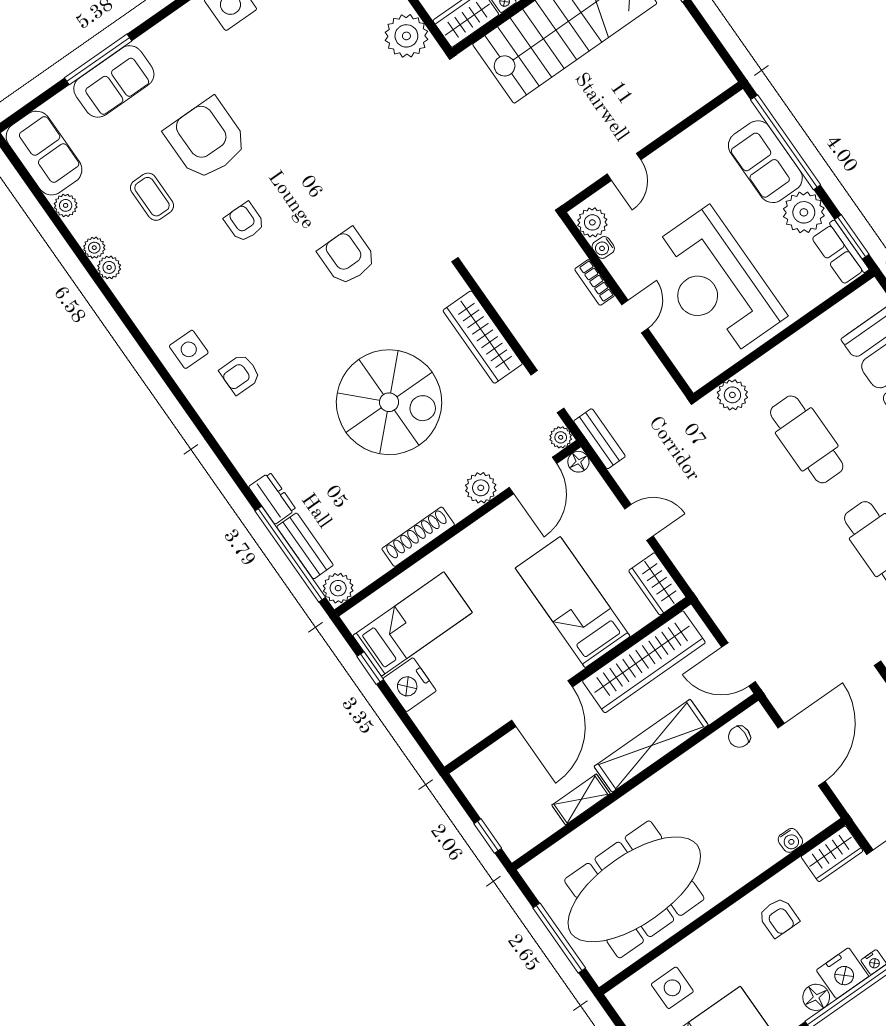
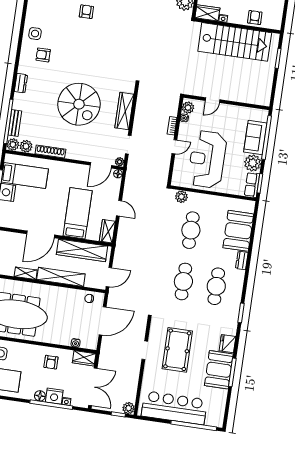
armchair: (347, 257) -> (107, 50), removed
bench: (599, 439) -> (130, 173), removed
plant: (481, 488) -> (26, 146), moved
dresser: (272, 498) -> (21, 83), moved
door: (738, 664) -> (109, 277), swing flipped

